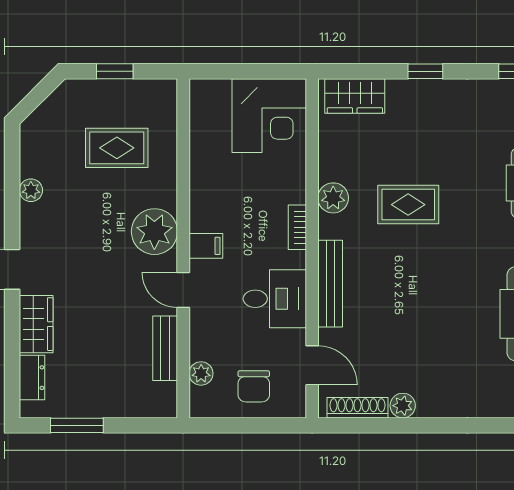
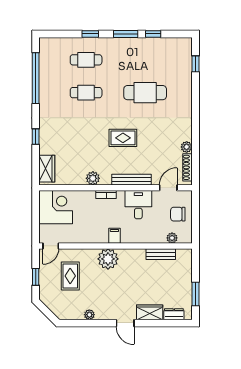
rug: (408, 205) -> (123, 138), moved, turned 90
door: (183, 290) -> (51, 246), moved
chair: (254, 386) -> (178, 214), turned 180

